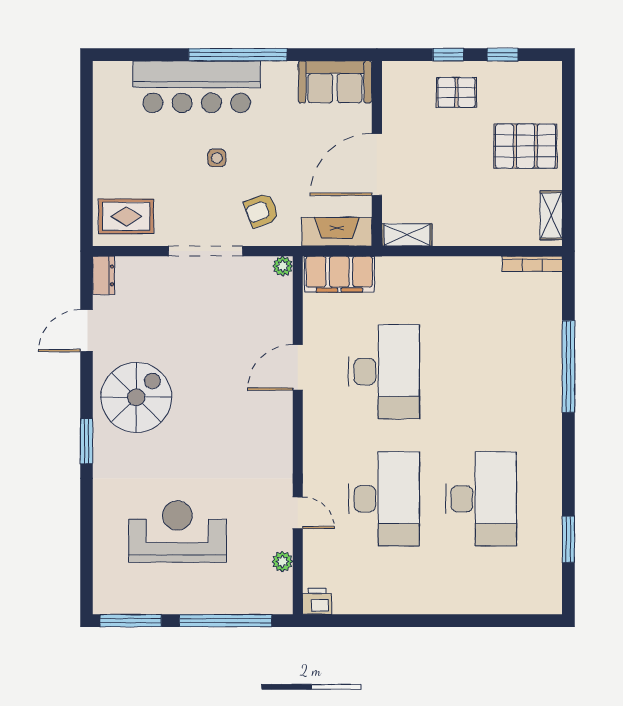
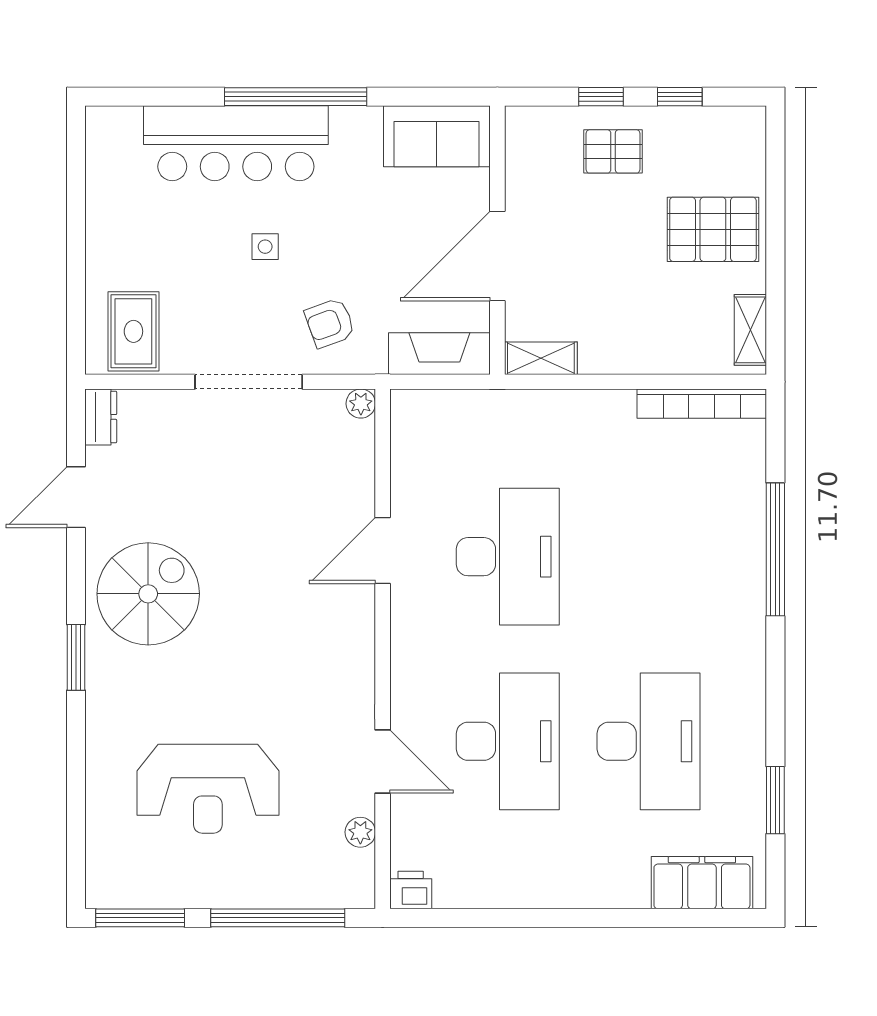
rug: (126, 216) -> (133, 331), turned 90
bookcase: (532, 264) -> (702, 404), width x1.48, depth x1.31
filing cabinet: (339, 274) -> (702, 883), moved, turned 180
door: (298, 513) -> (383, 762), width x1.38
reception desk: (177, 531) -> (208, 789), turned 180

